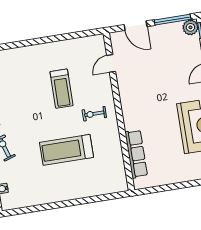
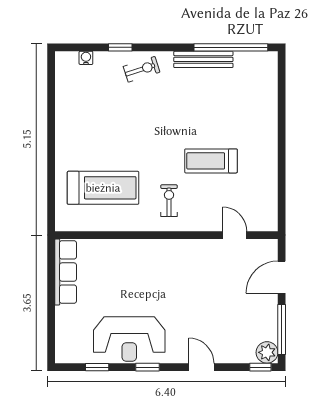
treadmill: (66, 150) -> (103, 188), moved, turned 90
row of seats: (136, 154) -> (66, 272), moved, turned -90

